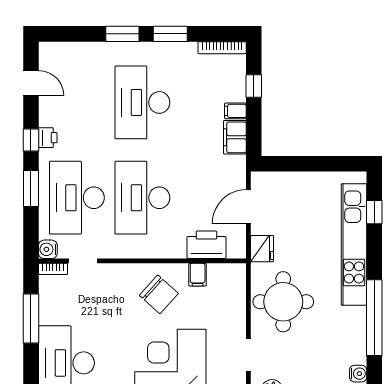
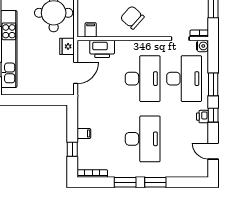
filing cabinet: (235, 137) -> (84, 117), removed
filing cabinet: (198, 275) -> (91, 30), moved

